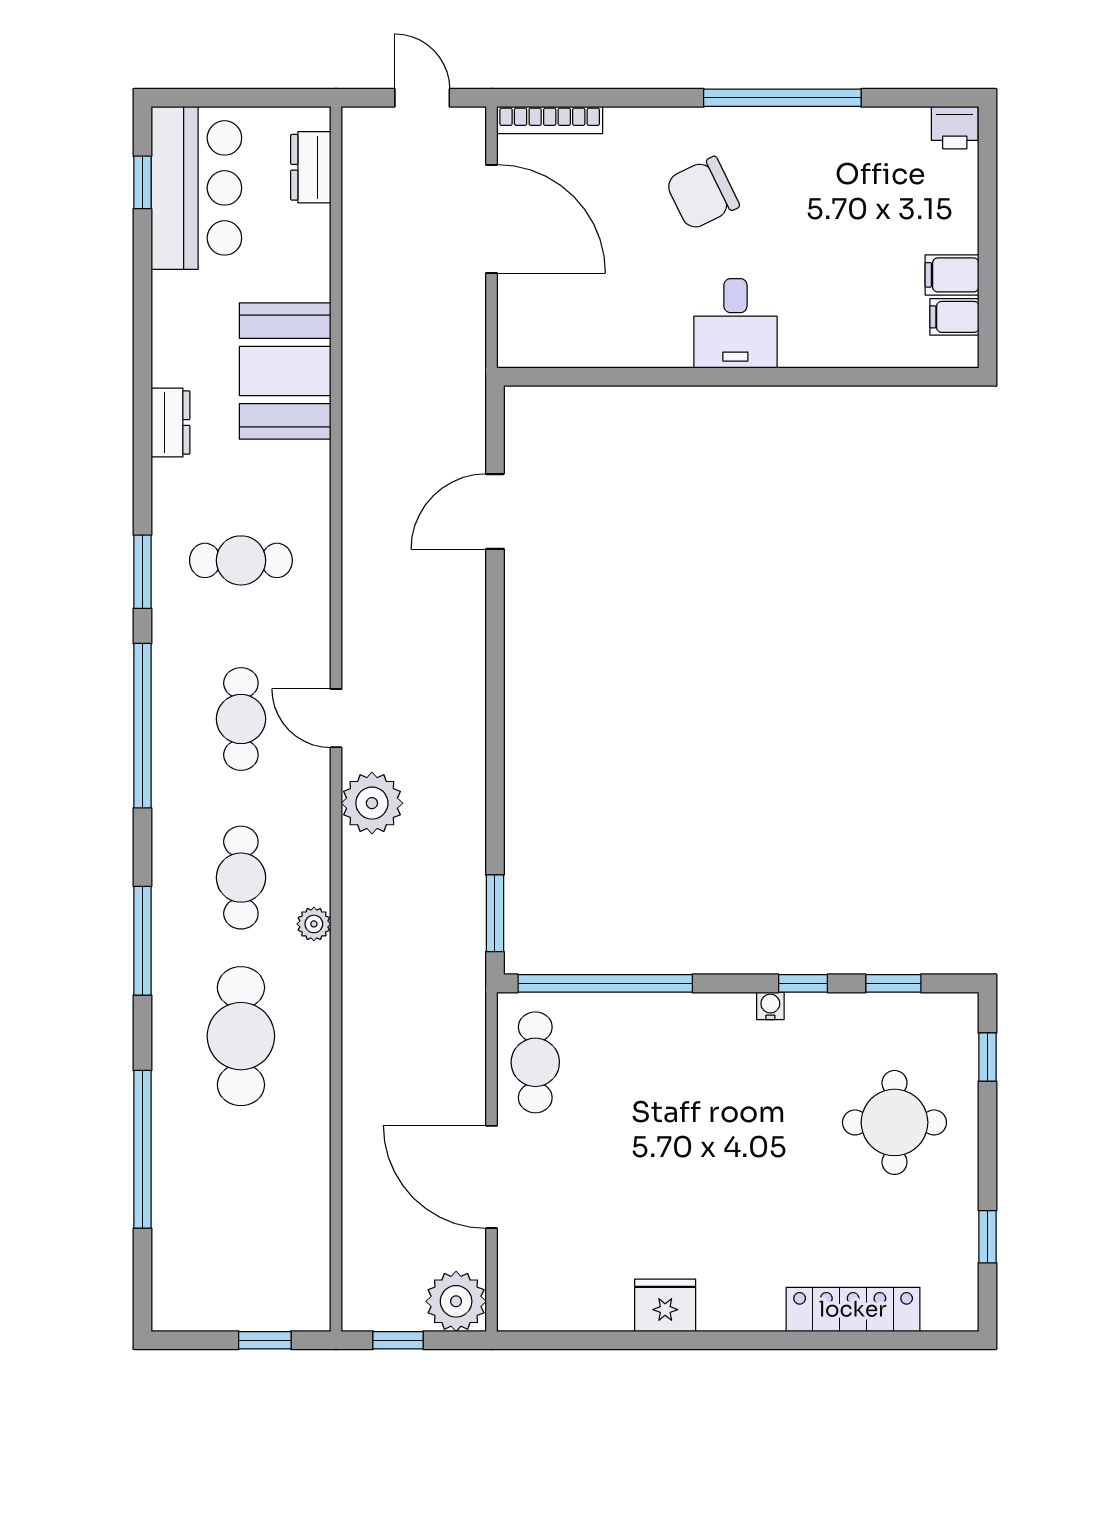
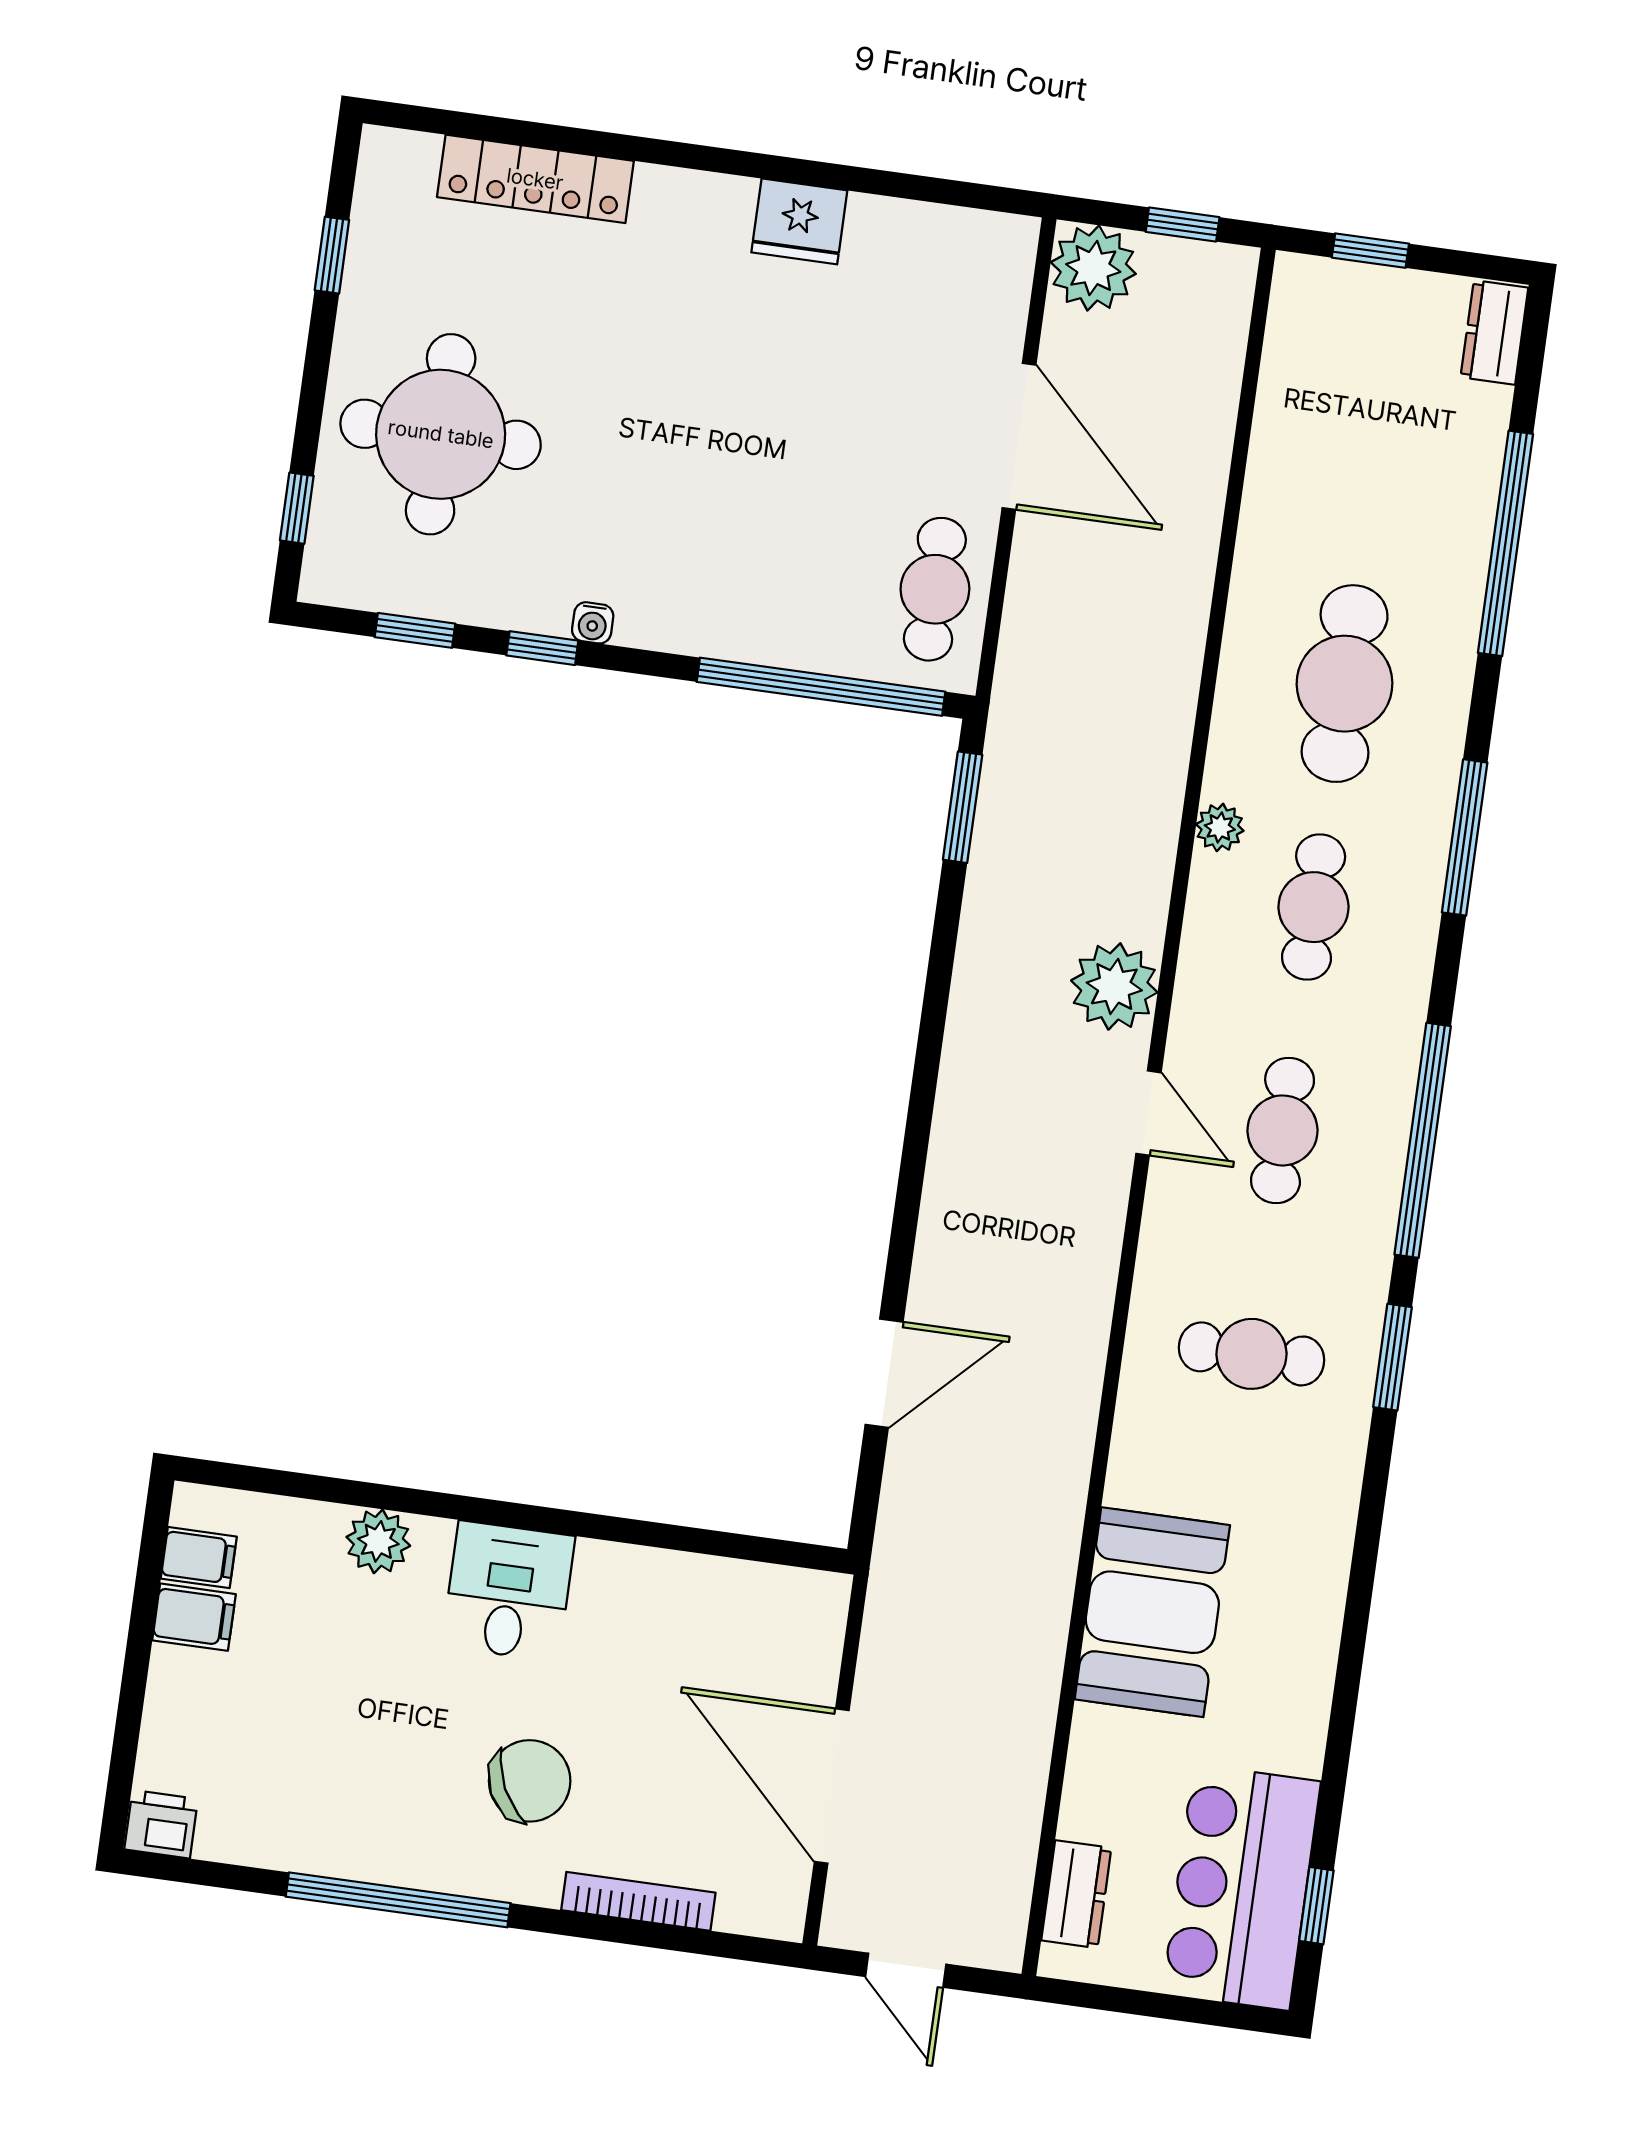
bookcase: (550, 120) -> (638, 1901), moved
plant: (831, 346) -> (378, 1541), added
dresser: (170, 423) -> (1494, 332), moved
round table: (894, 1122) -> (441, 434), width x1.36, depth x1.36

